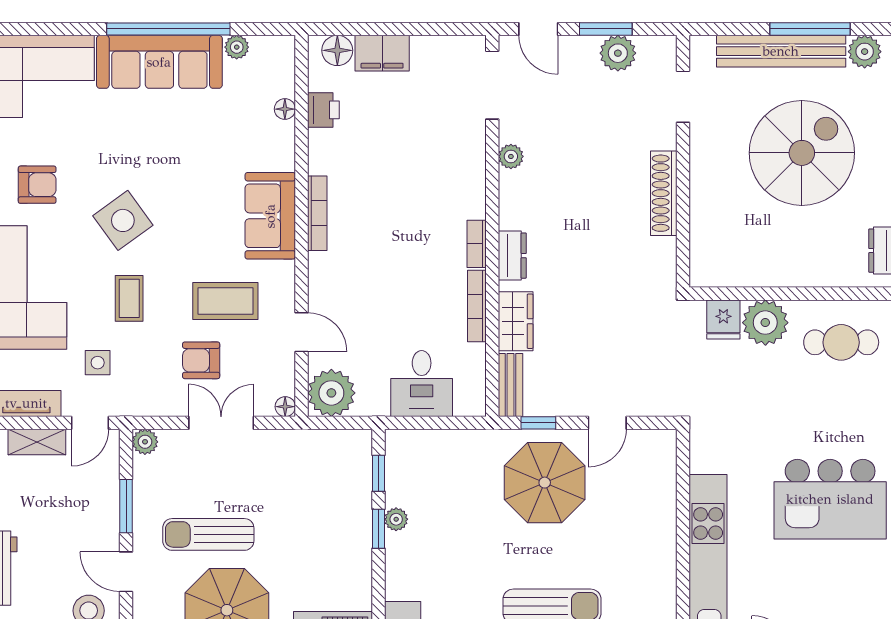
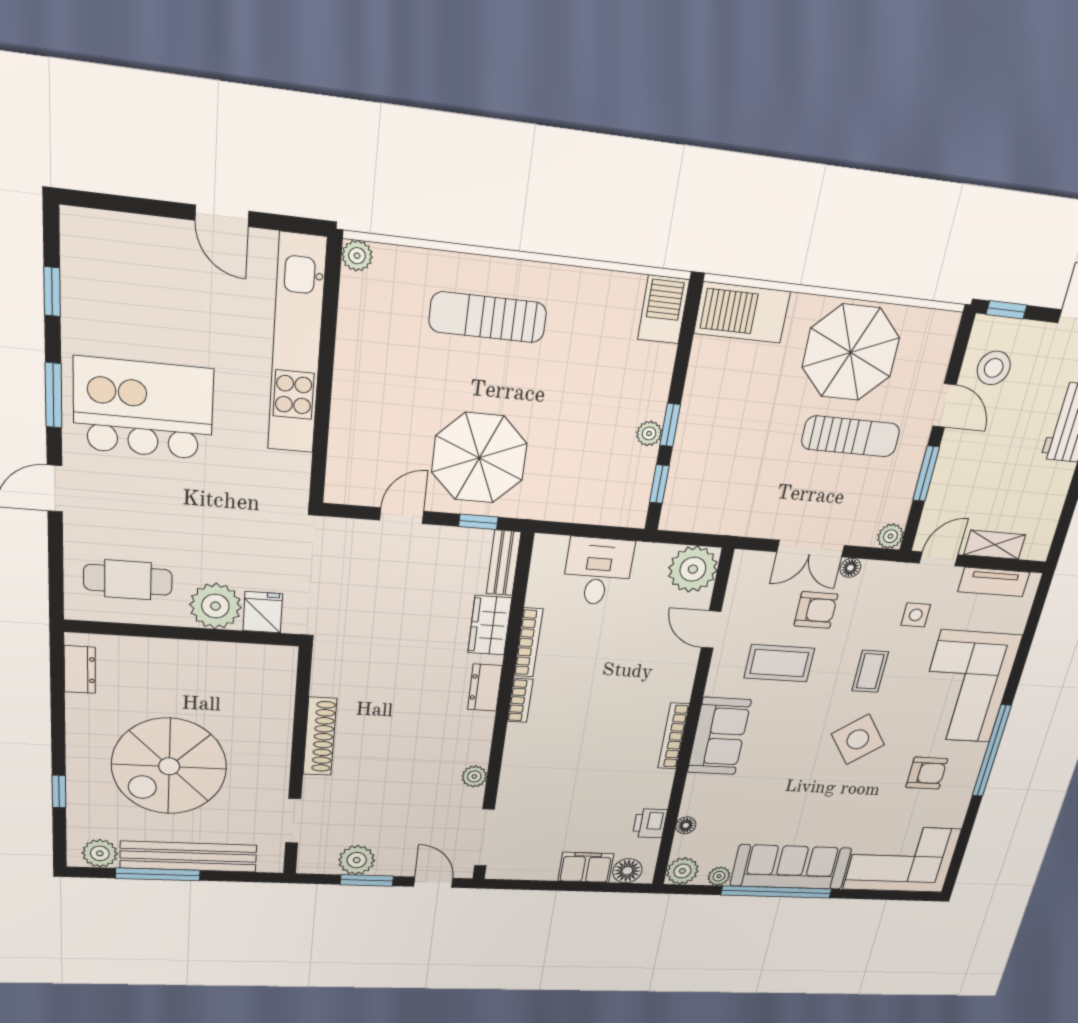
plant: (278, 52) -> (682, 871), added
armchair: (37, 185) -> (927, 773), turned 180
floor lamp: (285, 407) -> (850, 568), moved

